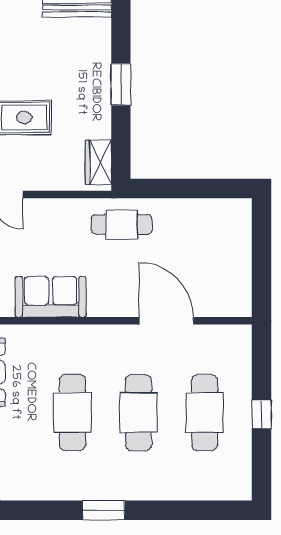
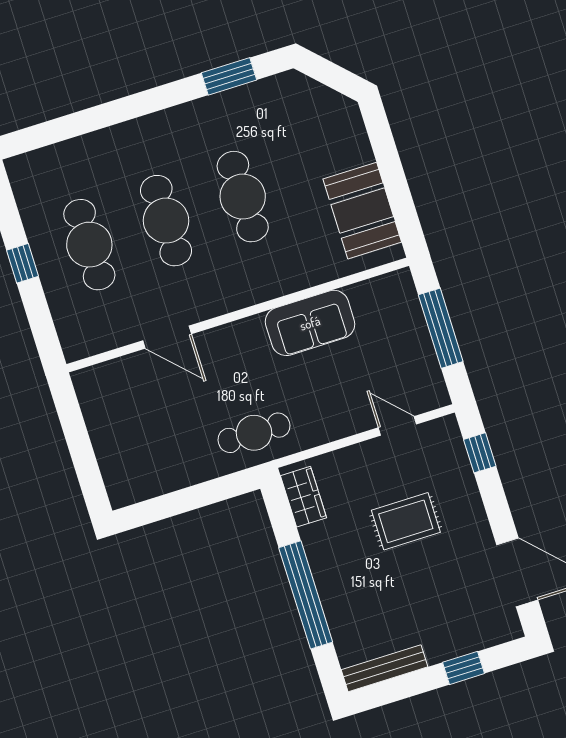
window: (121, 84) -> (306, 595), width x2.11
door: (166, 321) -> (167, 337), width x0.73
window: (104, 510) -> (229, 76), moved

